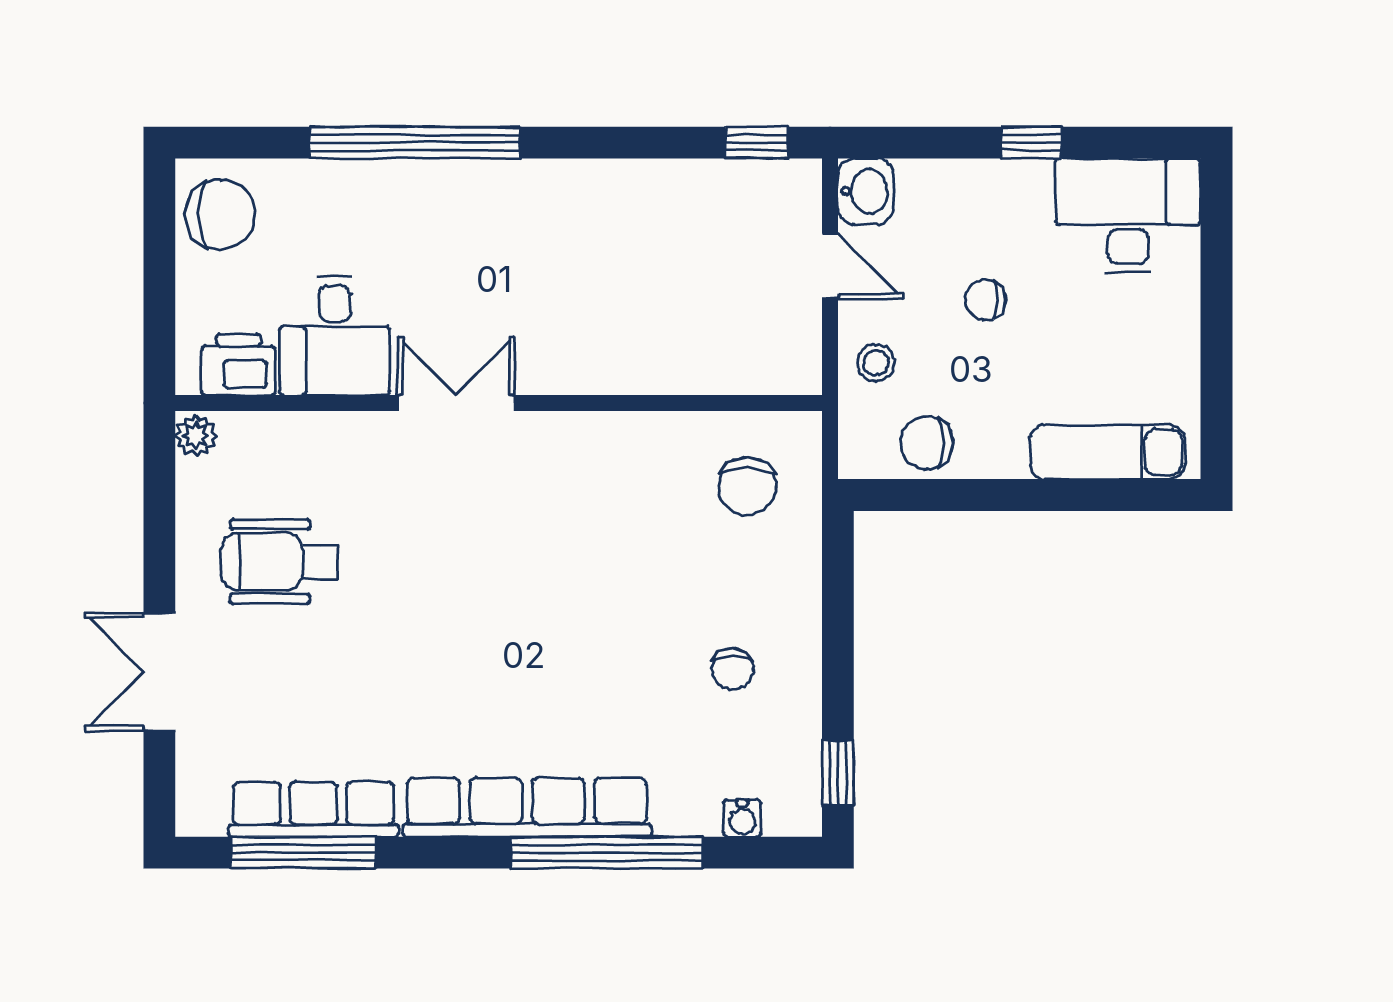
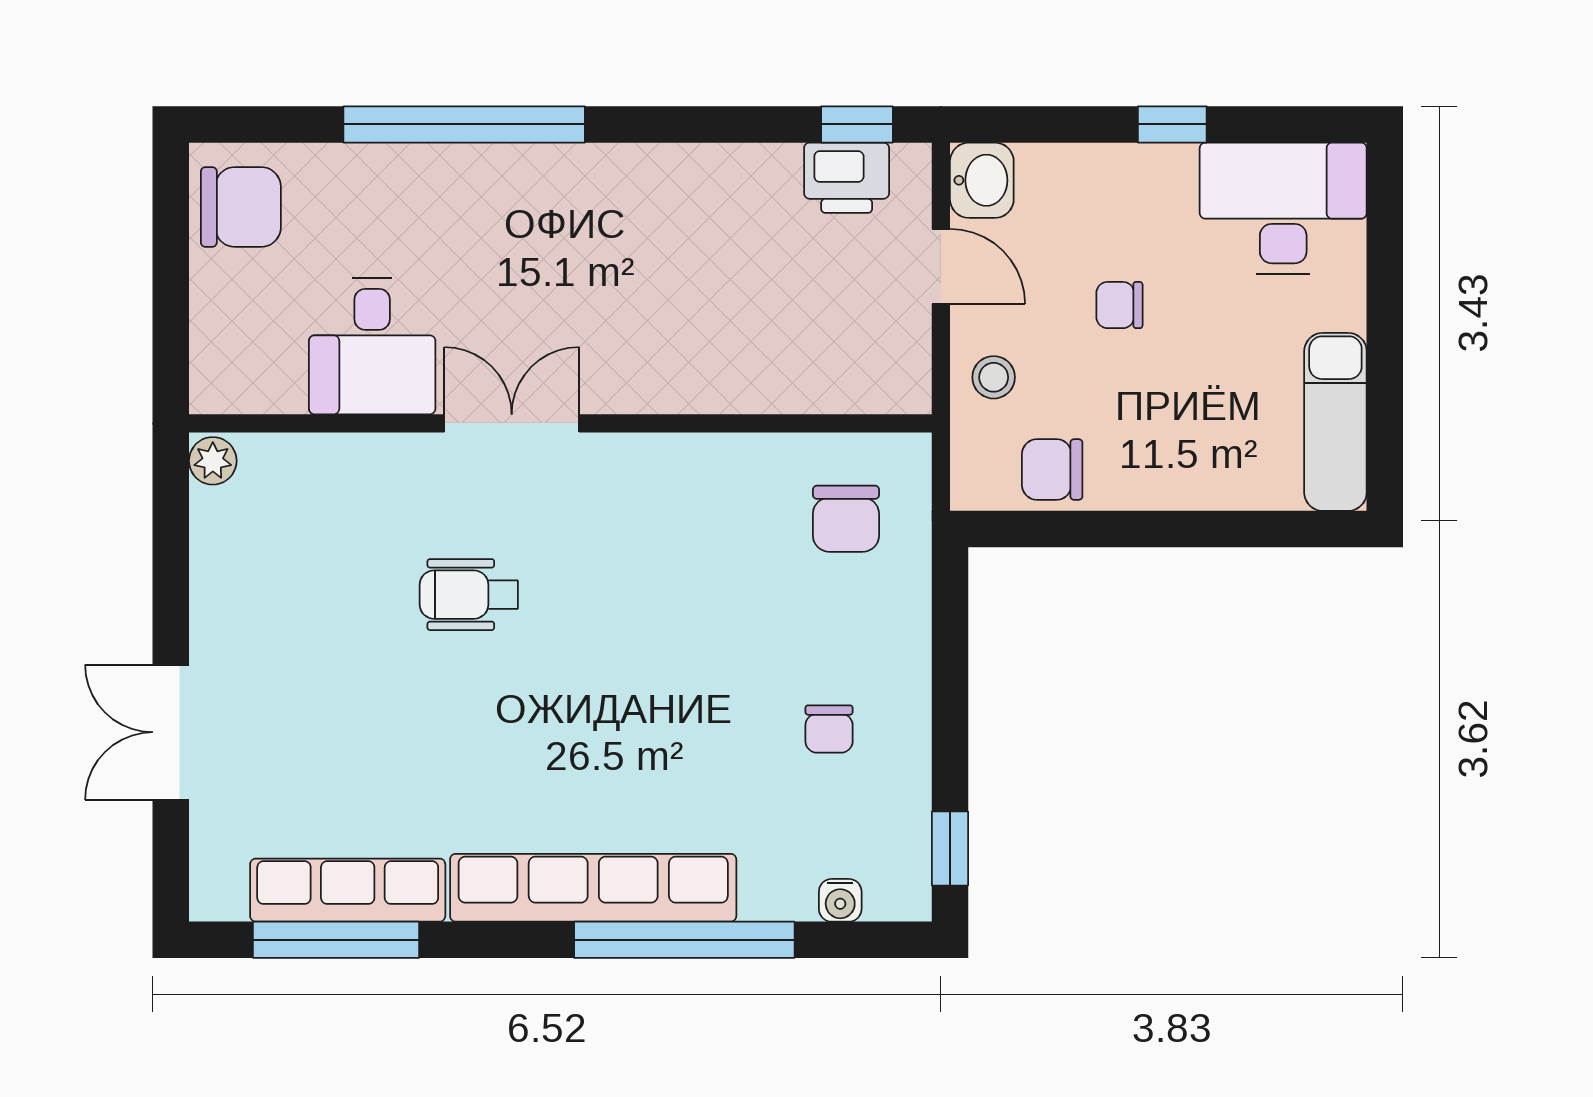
printer: (238, 364) -> (847, 178), moved, turned 180
exam couch: (1107, 452) -> (1335, 422), moved, turned -90
wheelchair: (279, 562) -> (469, 595), moved, width x0.73, depth x0.73

